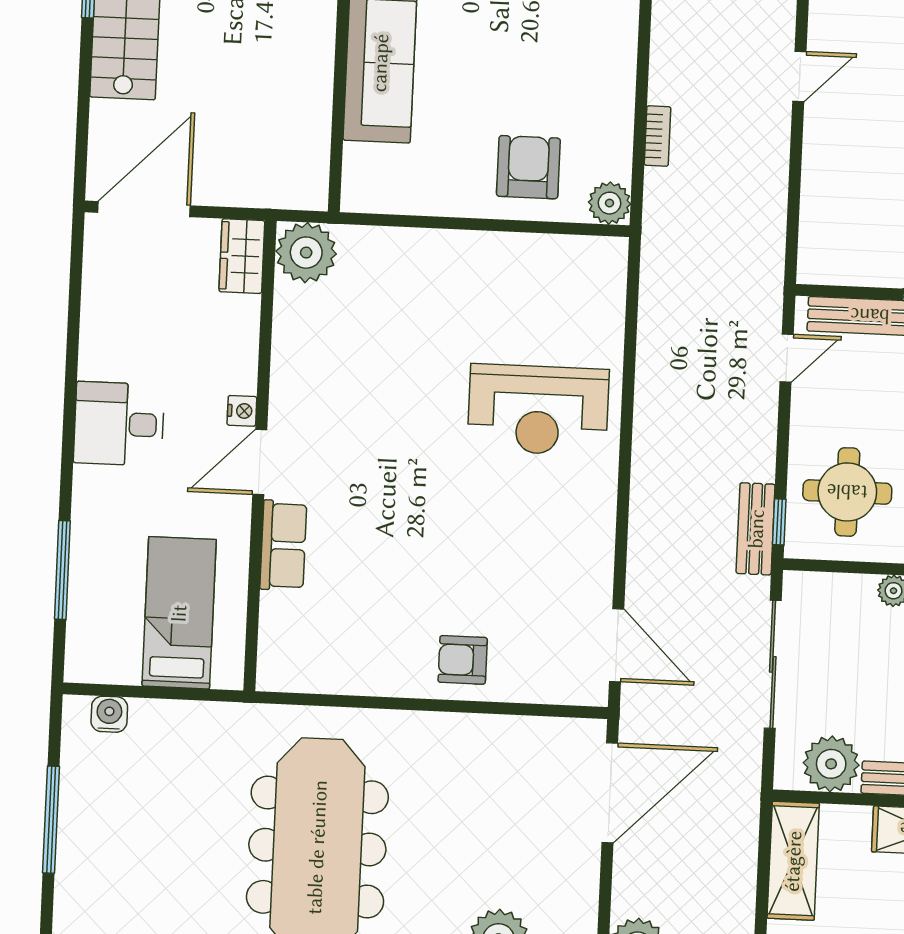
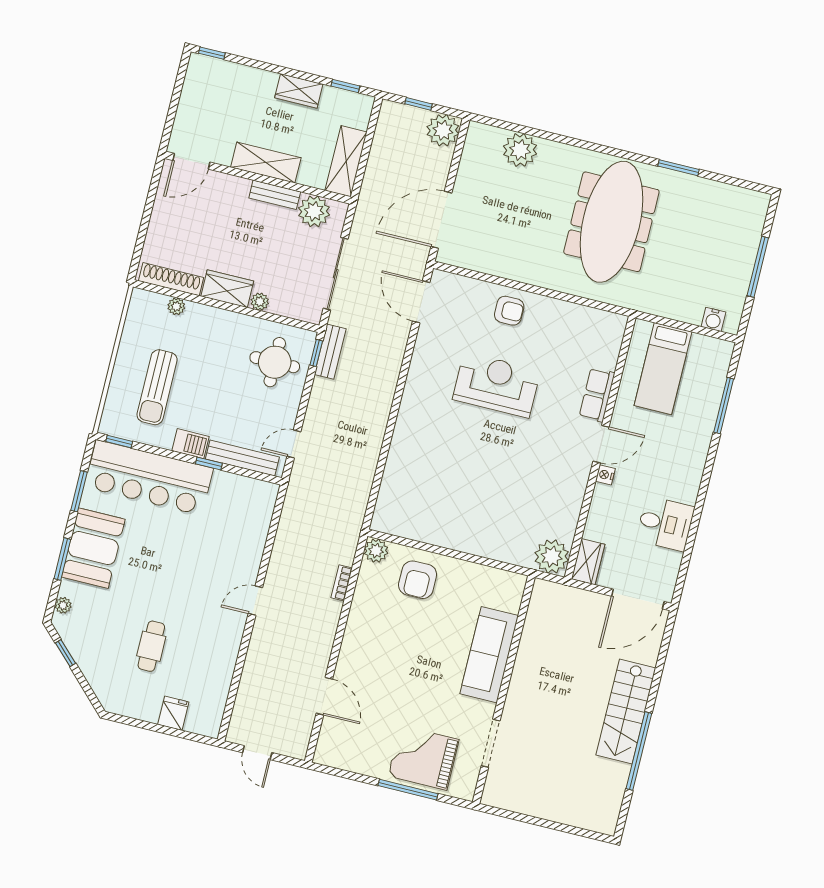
reception desk: (538, 410) -> (496, 385), moved
desk: (119, 424) -> (665, 524), moved

